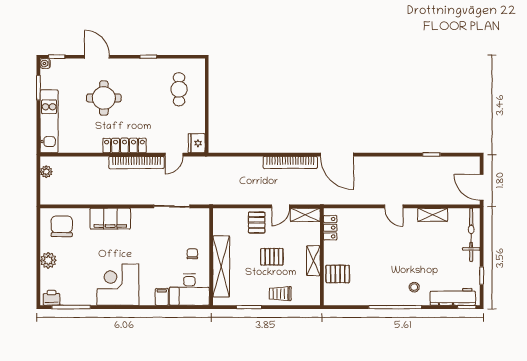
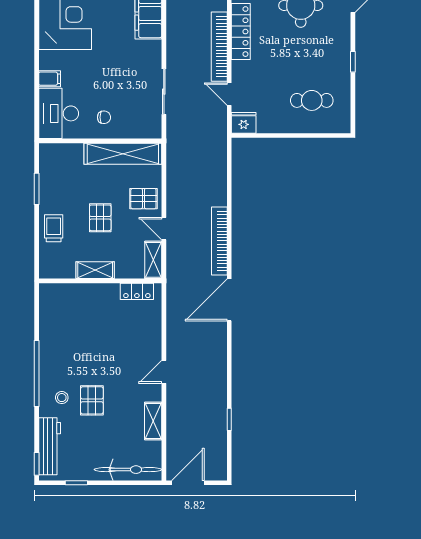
shelving: (221, 266) -> (123, 154), moved
pallet: (338, 274) -> (92, 400), moved

